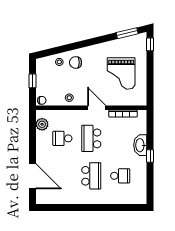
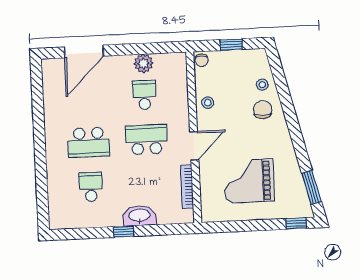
plant: (42, 124) -> (143, 63), moved
school desk: (120, 176) -> (91, 187), turned 180

